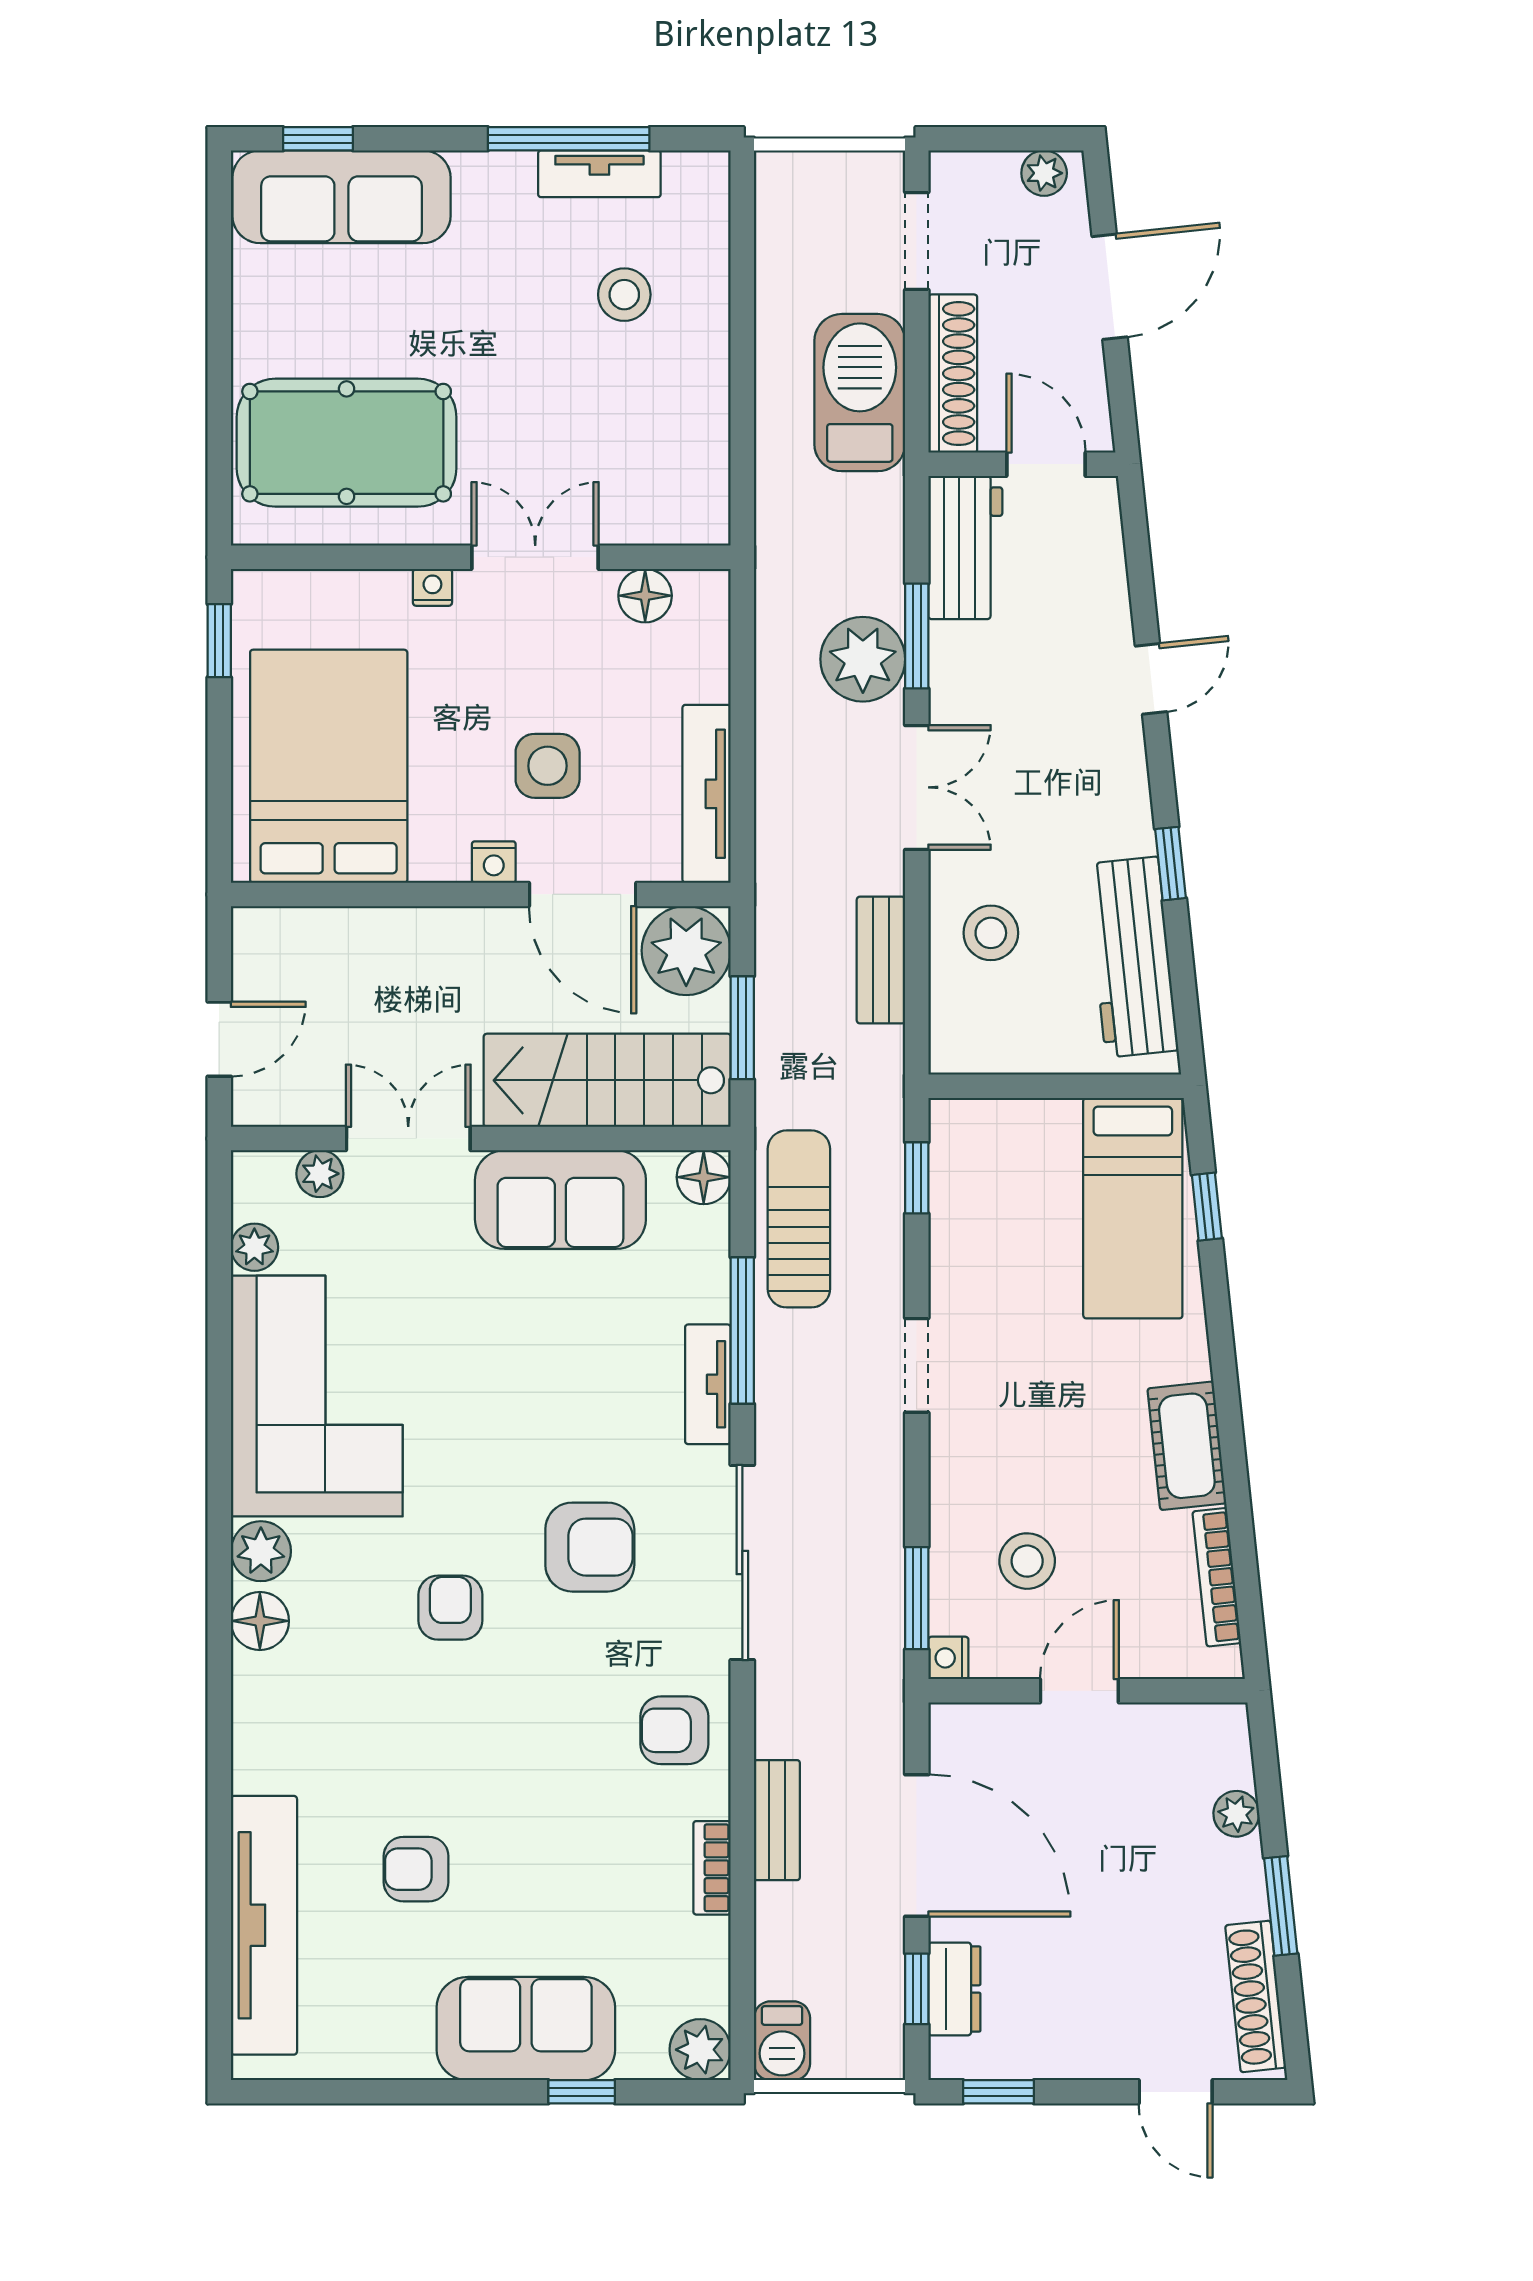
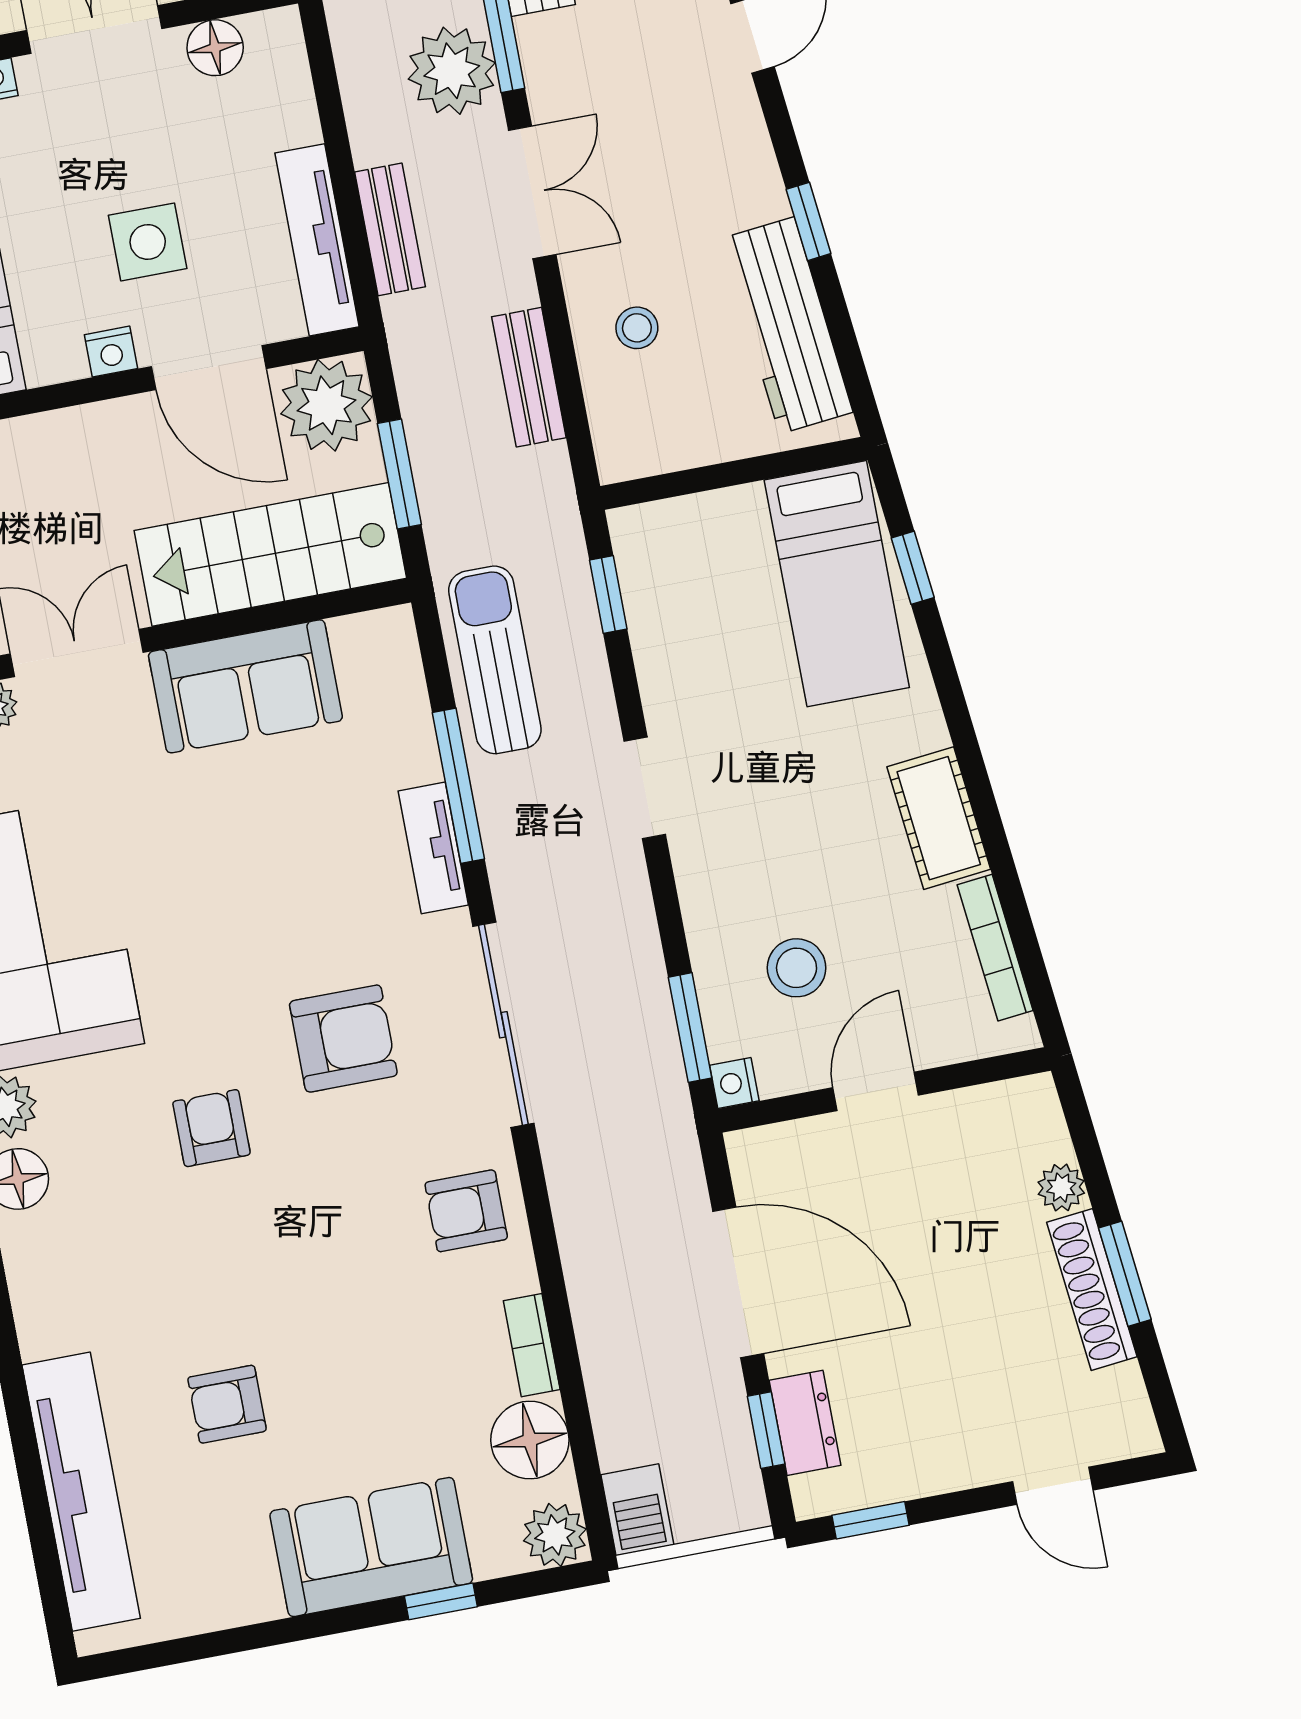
stool: (991, 933) -> (637, 328), width x0.73, depth x0.73
floor lamp: (704, 1177) -> (530, 1440), moved, width x1.38, depth x1.38
bench: (777, 1820) -> (390, 229), moved
shoe rack: (1256, 1996) -> (1092, 1289), moved

